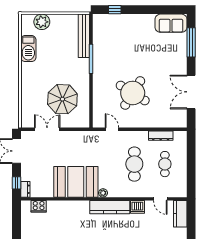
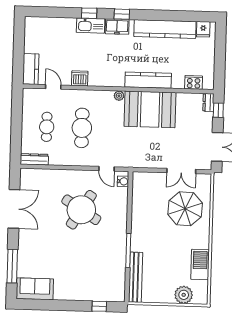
parasol: (62, 99) -> (185, 209), moved
water cooler: (97, 119) -> (123, 181), added
dresser: (161, 136) -> (34, 159), moved
kitchen counter: (110, 207) -> (148, 80), moved

